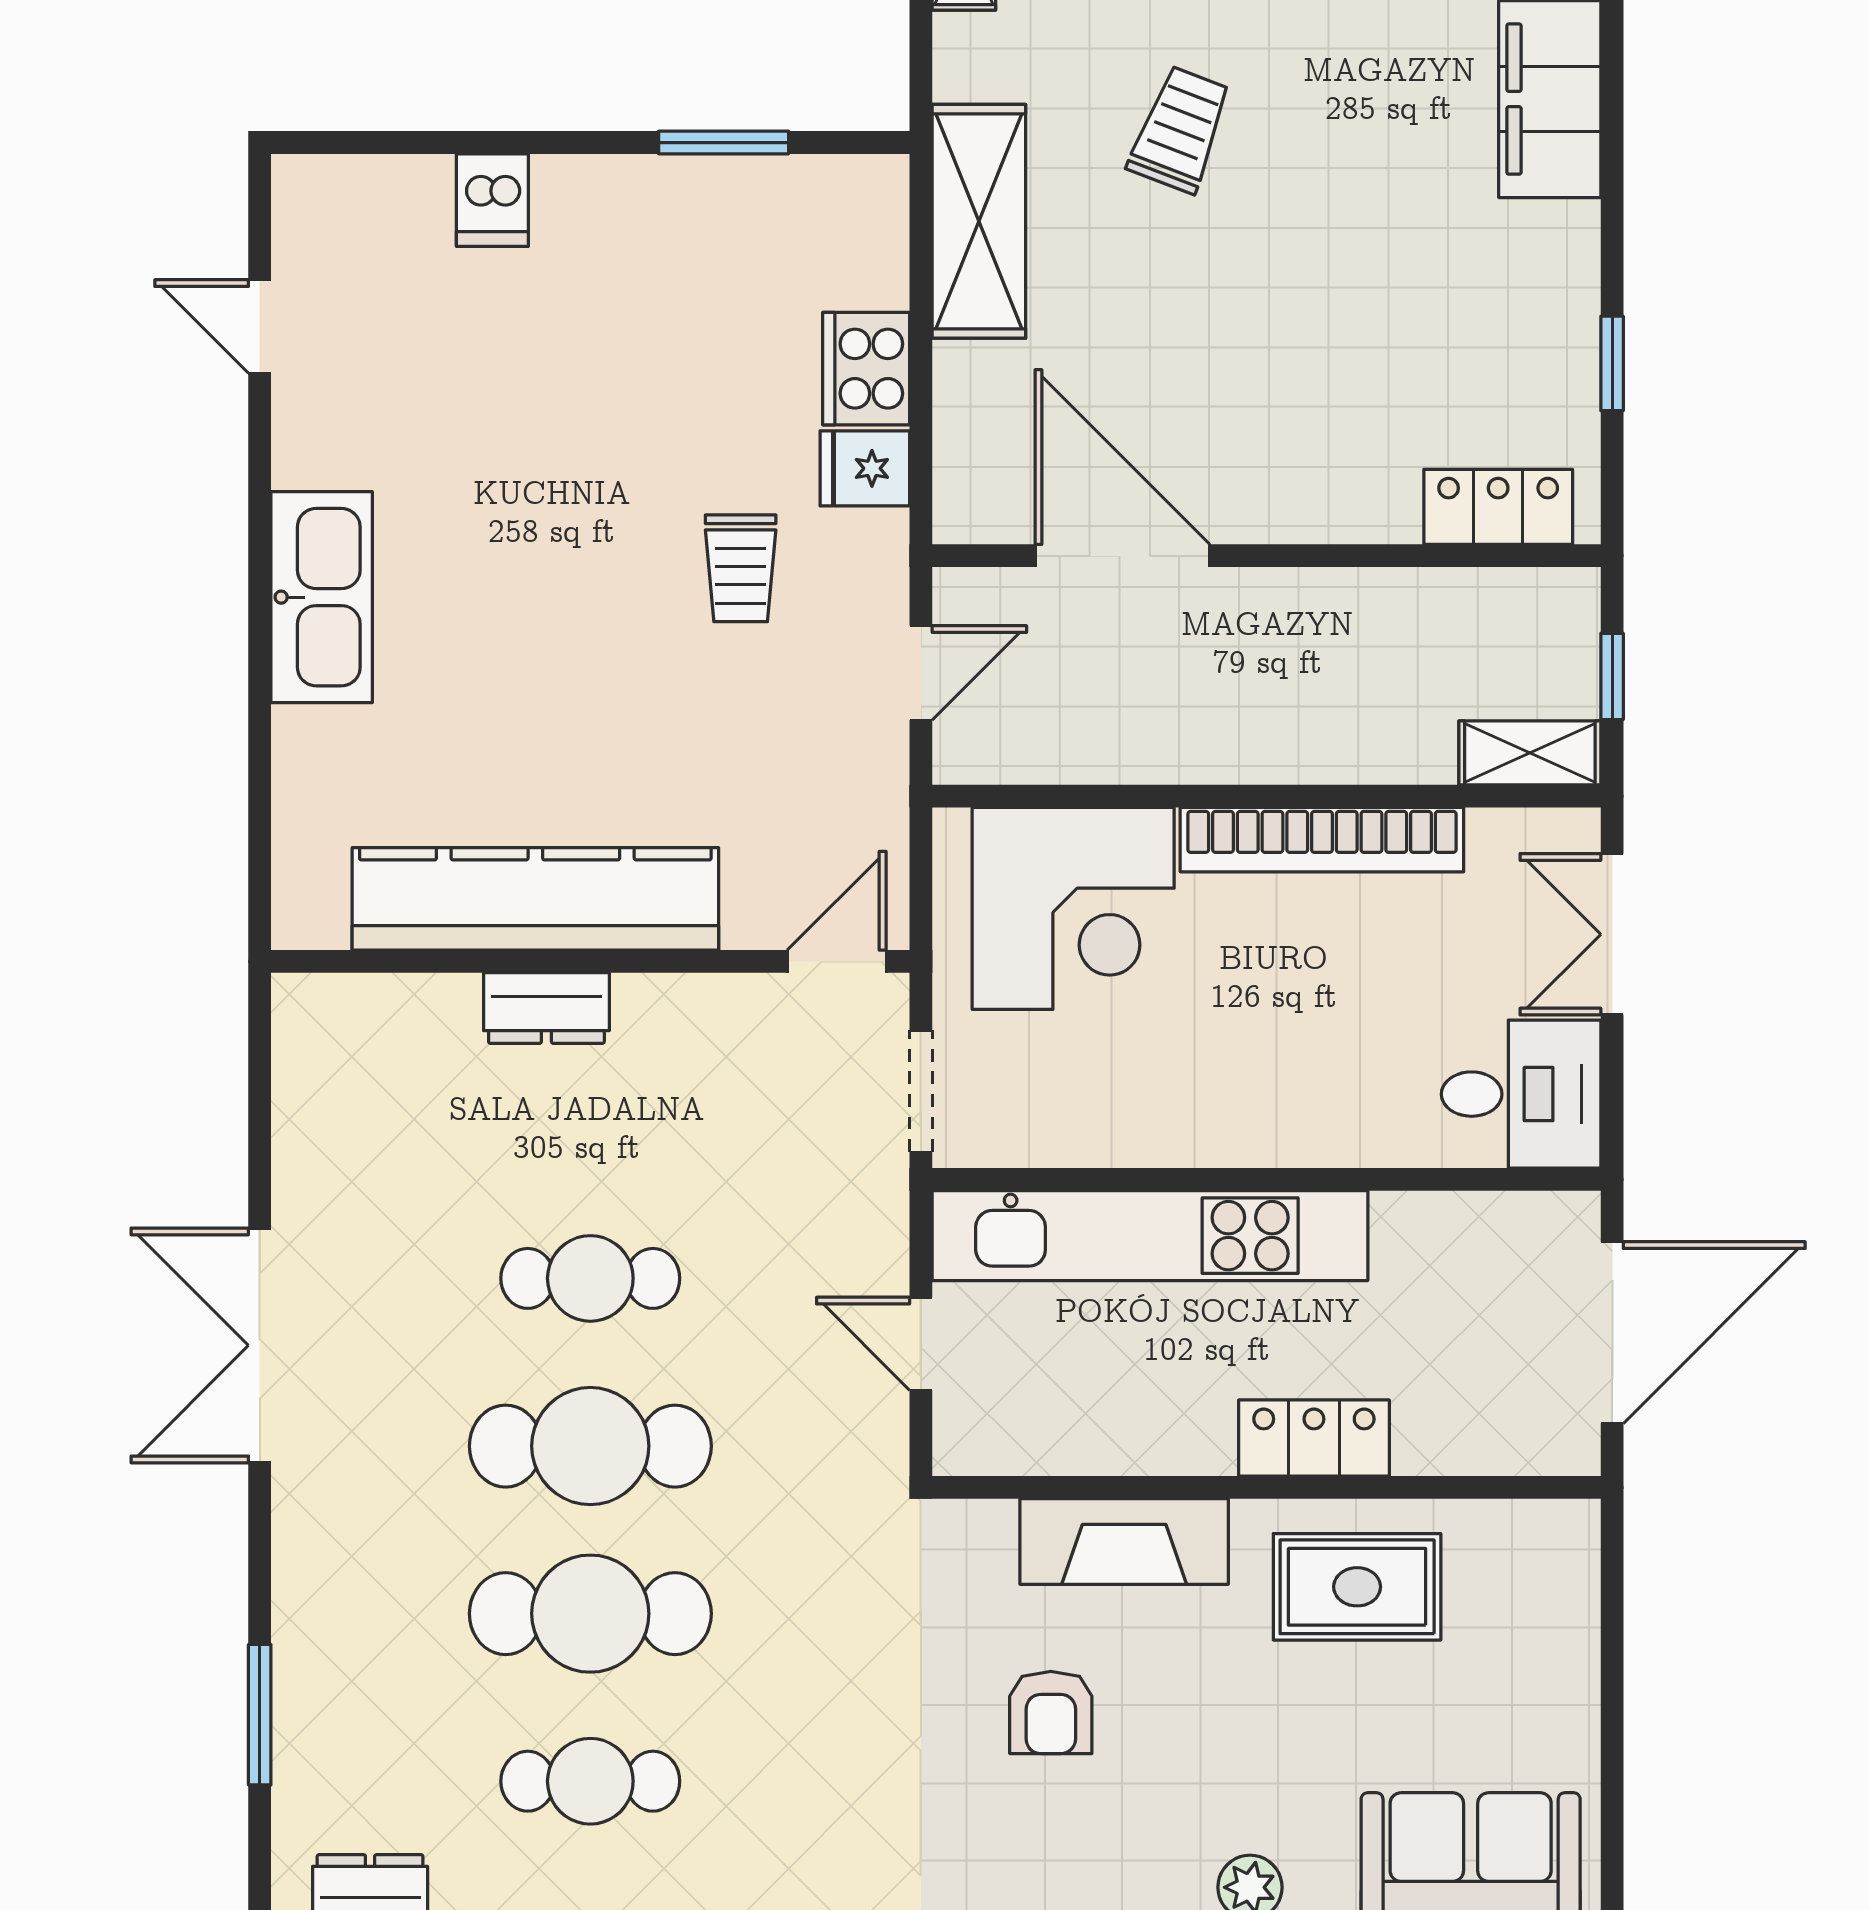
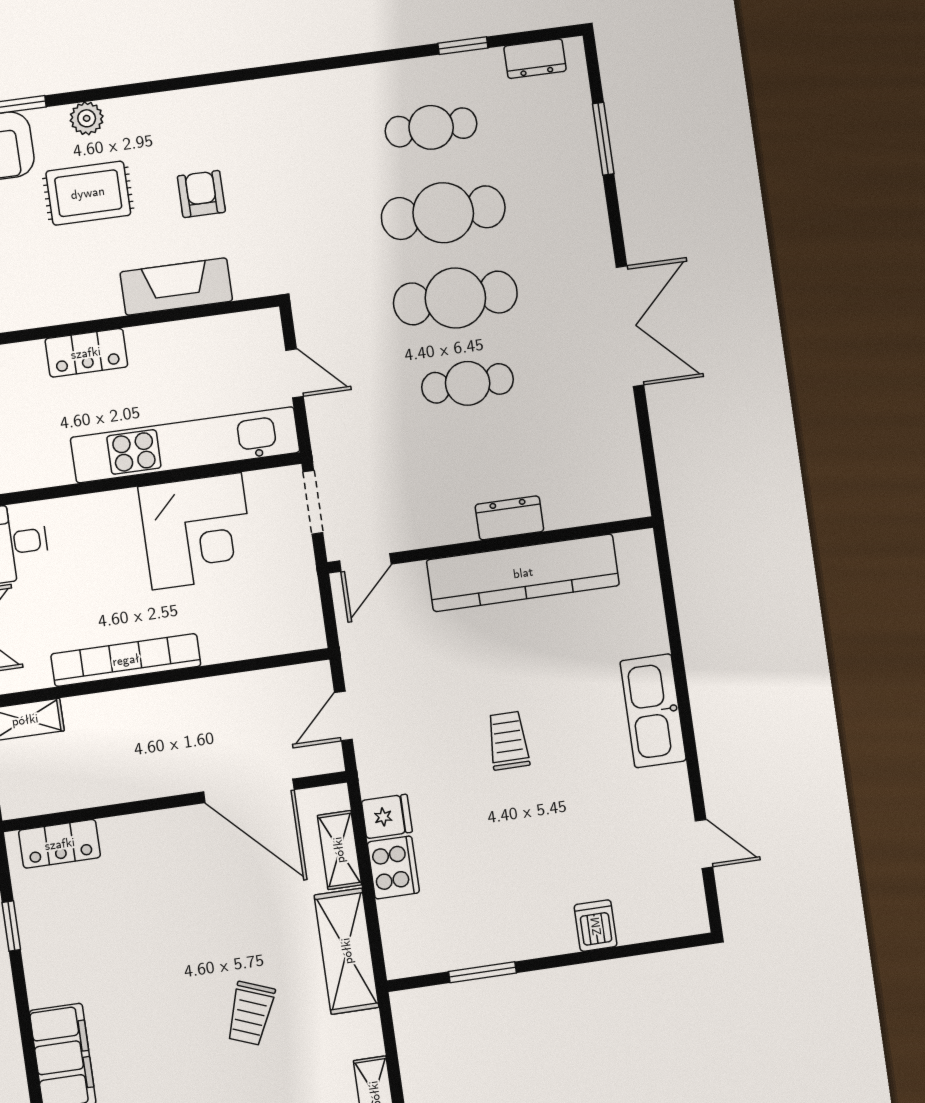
shelving: (965, 417) -> (339, 850), added
trolley: (741, 568) -> (508, 741), moved
corner desk: (1073, 908) -> (197, 531), moved, turned 180
rug: (1357, 1587) -> (88, 193), moved

